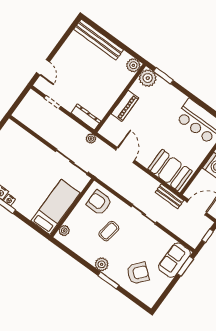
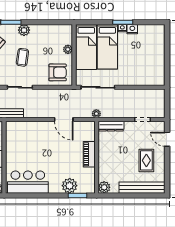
rug: (76, 62) -> (146, 160), added
plant: (148, 78) -> (70, 186), moved
booth: (170, 170) -> (24, 132), removed
bed: (36, 193) -> (107, 47), added
plant: (64, 231) -> (68, 49), moved
coffee table: (109, 231) -> (22, 57), moved

